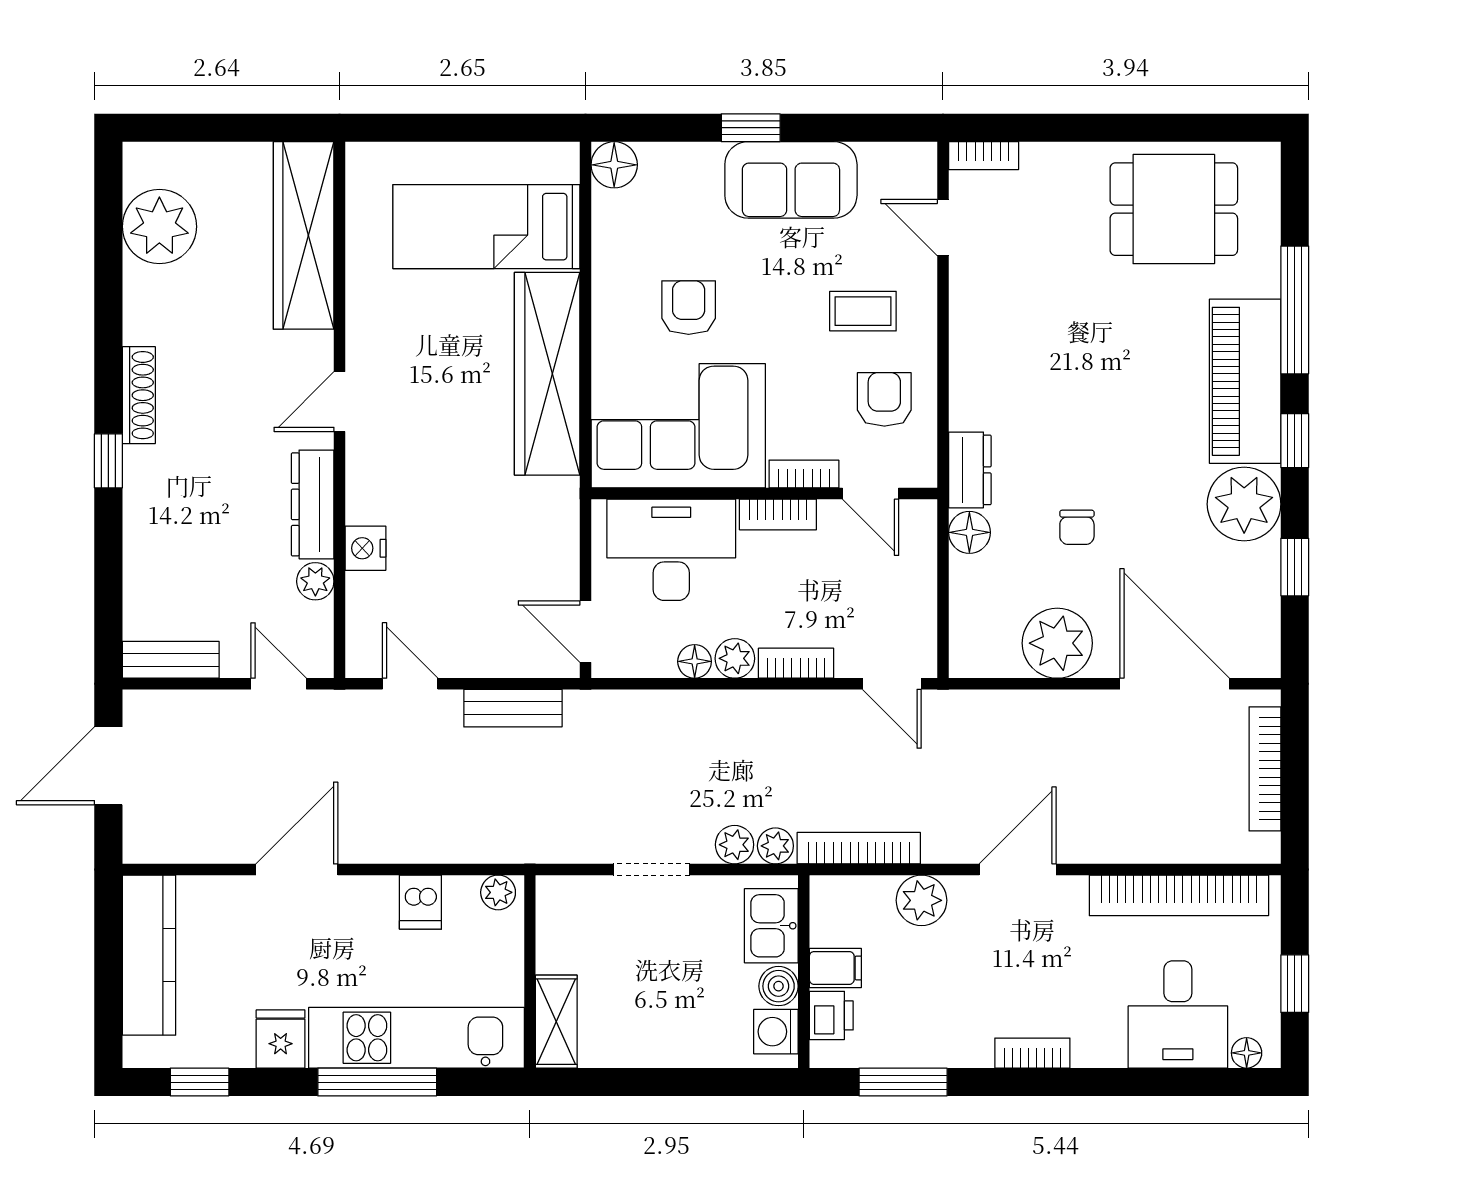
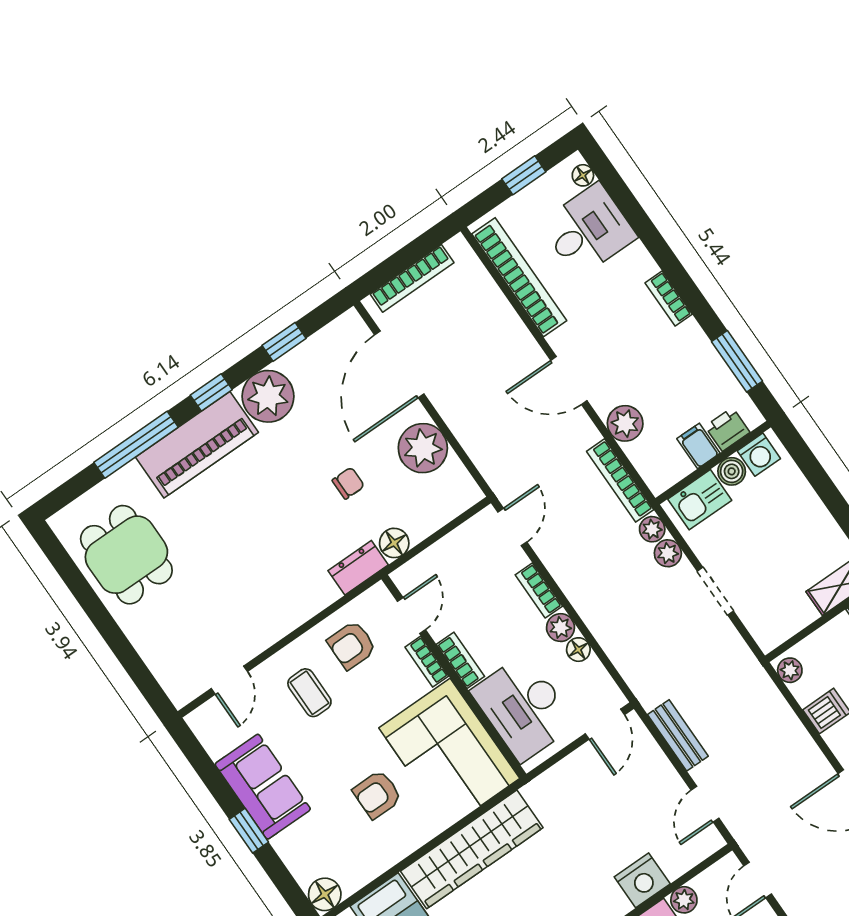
bookcase: (984, 156) -> (172, 686), removed
nightstand: (365, 548) -> (642, 880), width x1.36, depth x1.33

